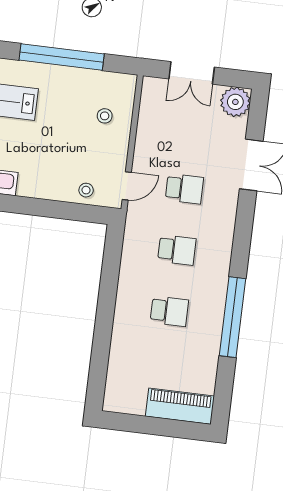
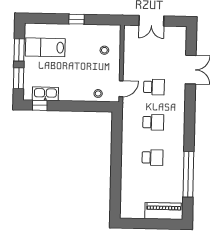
window: (62, 57) -> (76, 19), width x0.32
plant: (235, 102) -> (178, 35), removed
window: (233, 317) -> (188, 174), moved

